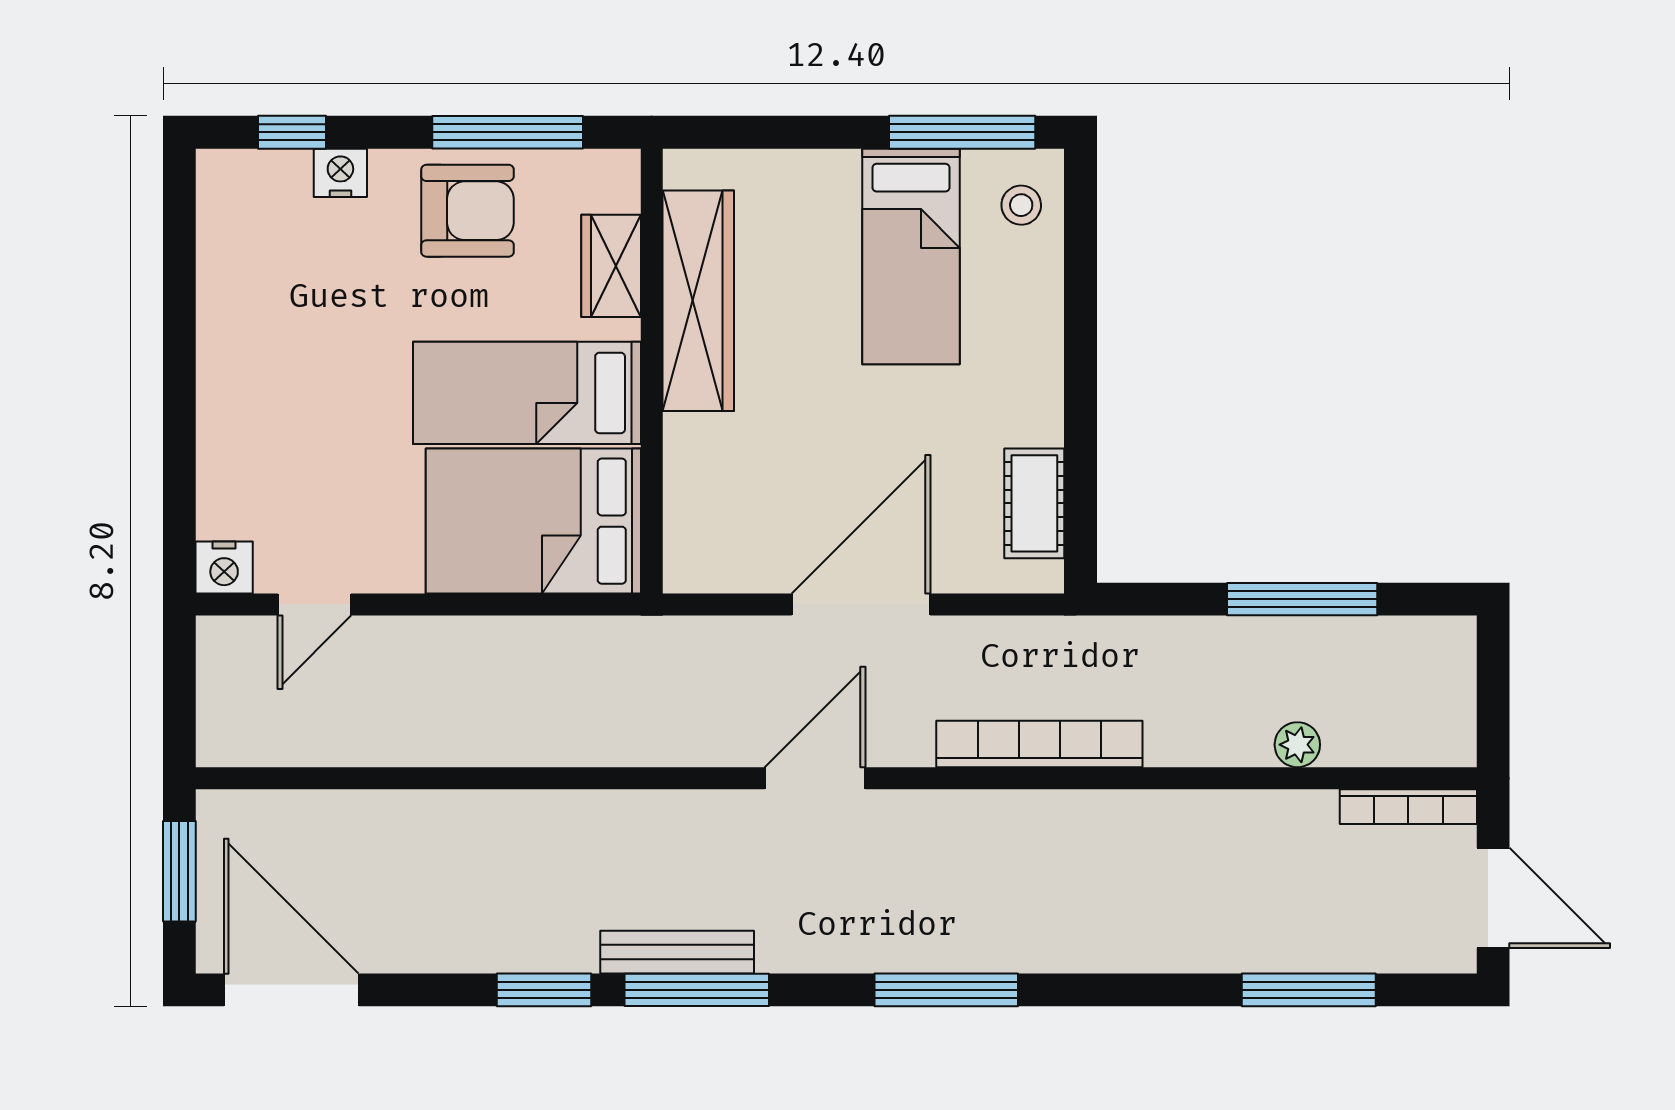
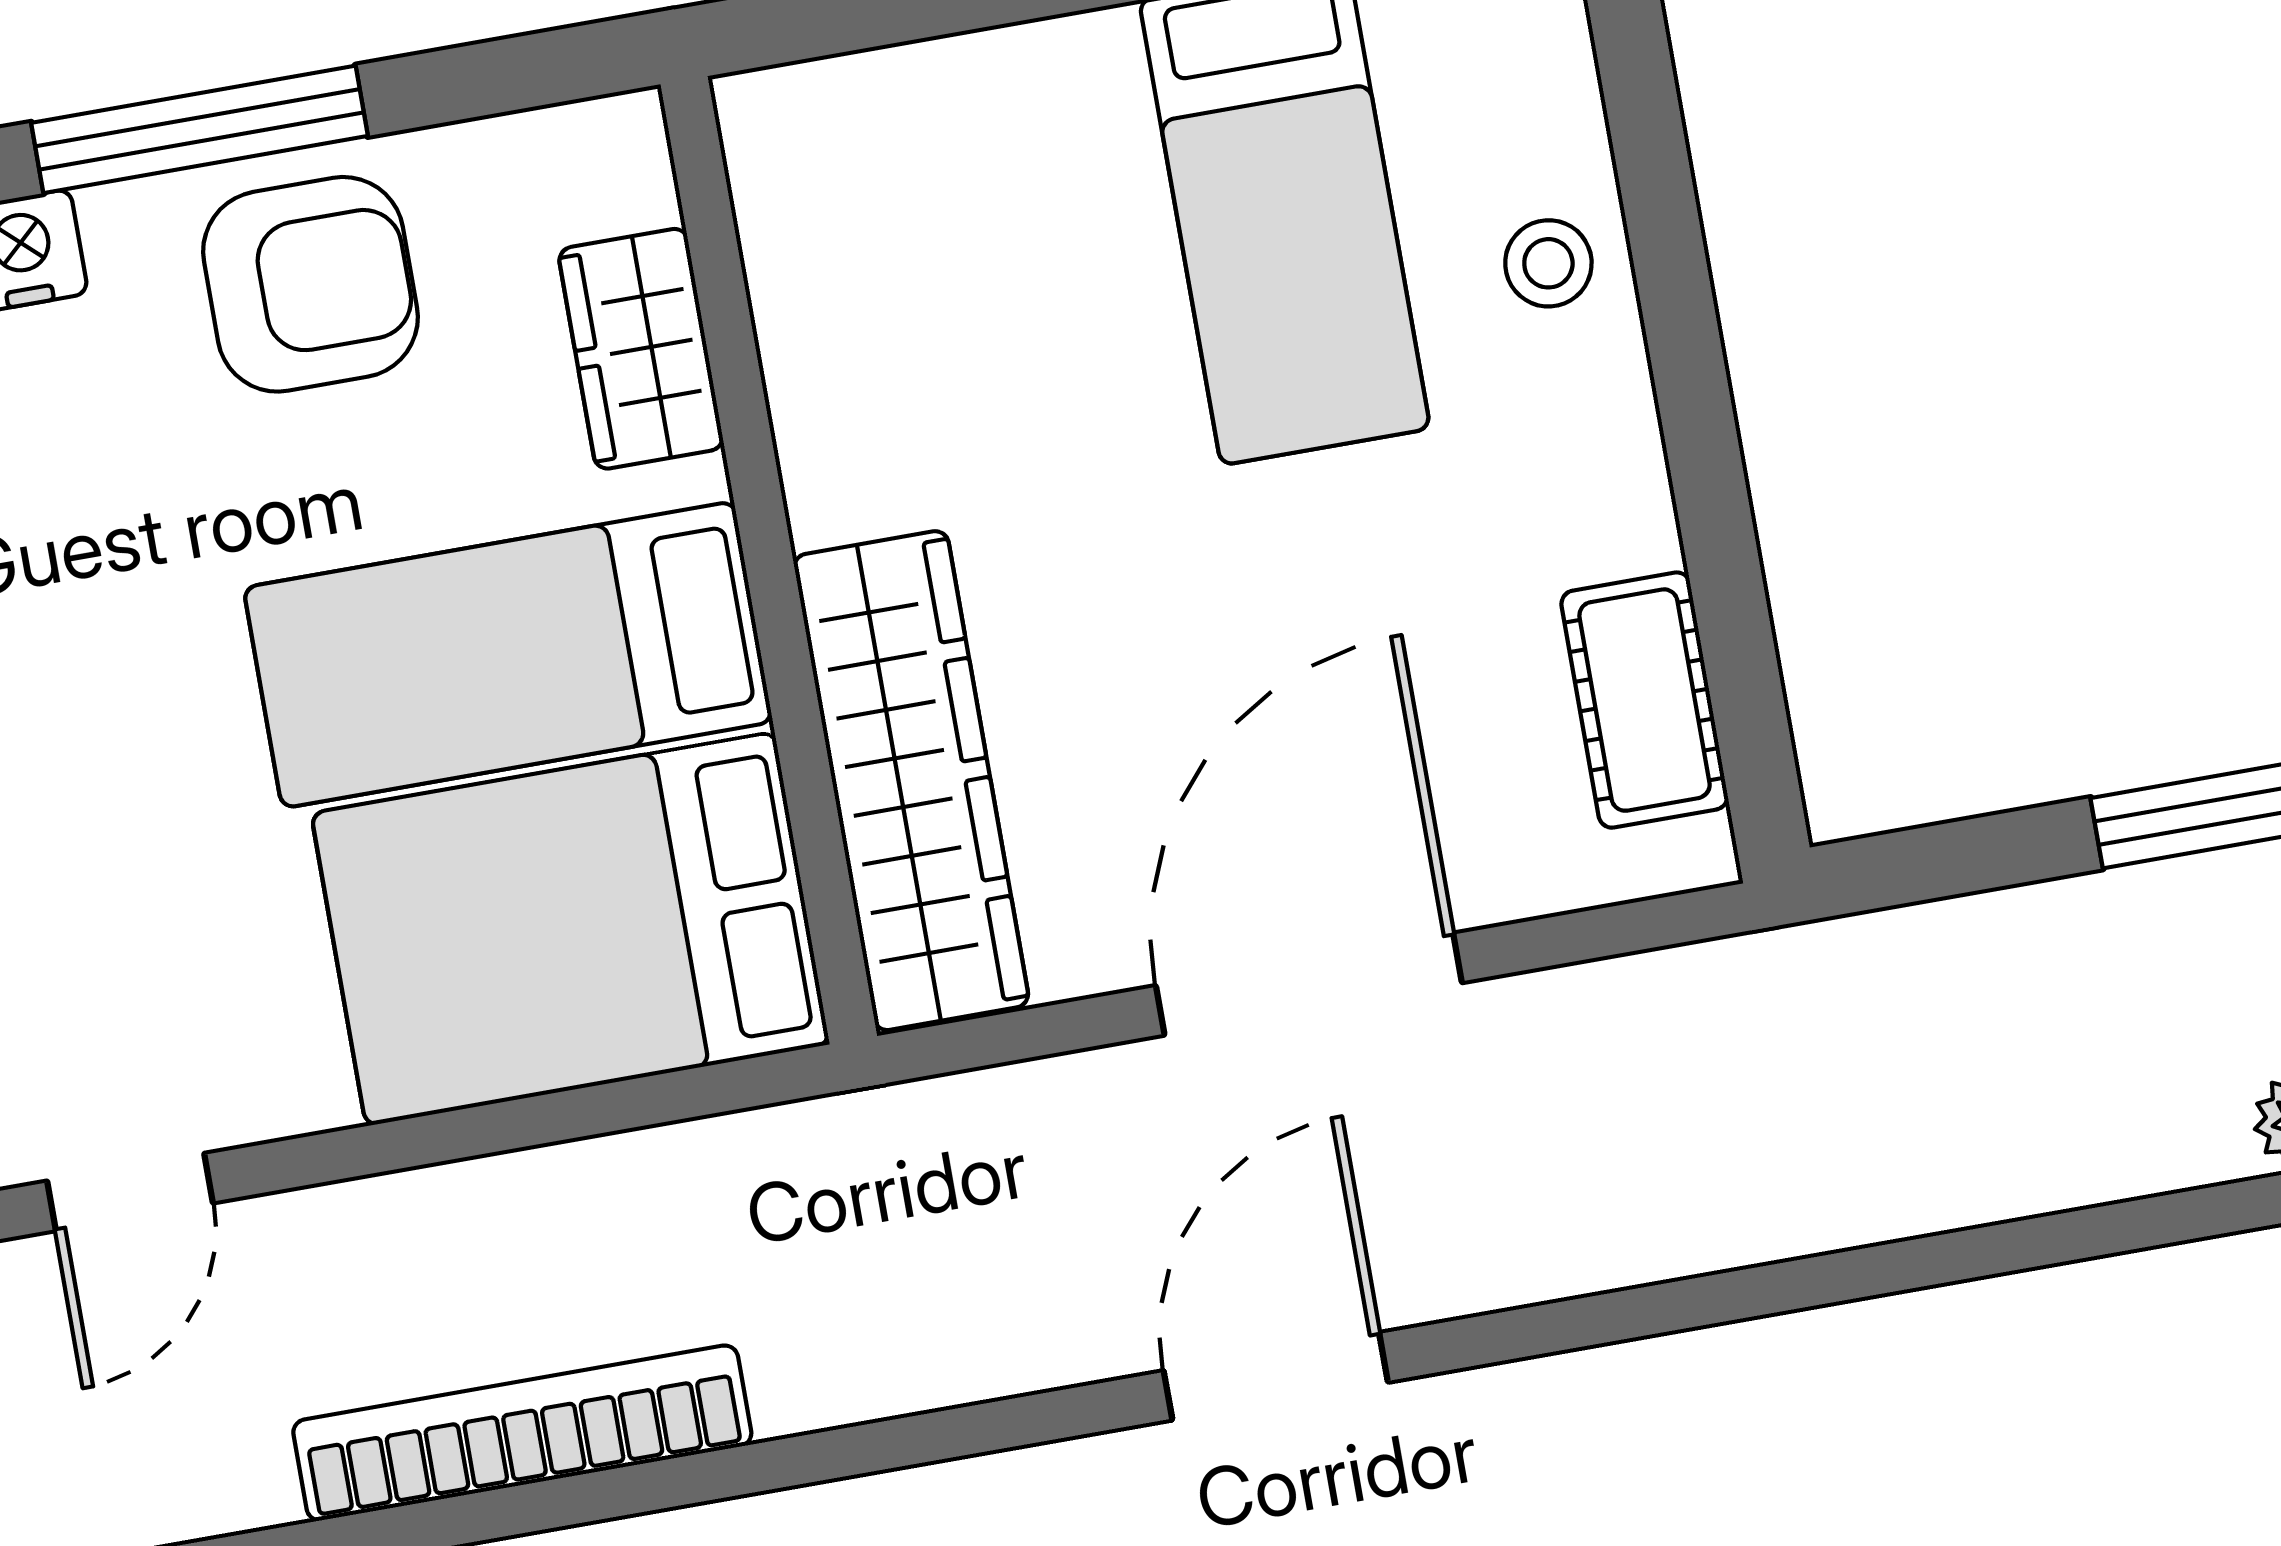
window: (508, 132) -> (200, 129), moved
stool: (1021, 205) -> (1548, 263), moved
wardrobe: (698, 301) -> (911, 781), moved
bookcase: (1039, 744) -> (522, 1433), moved

